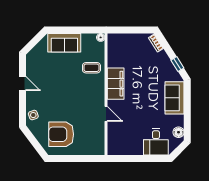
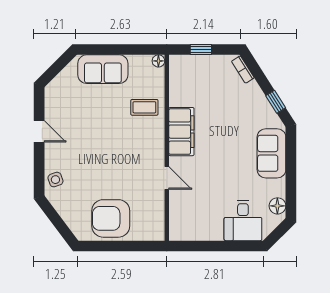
window: (128, 30) -> (201, 50), added
armchair: (61, 134) -> (111, 218), moved

